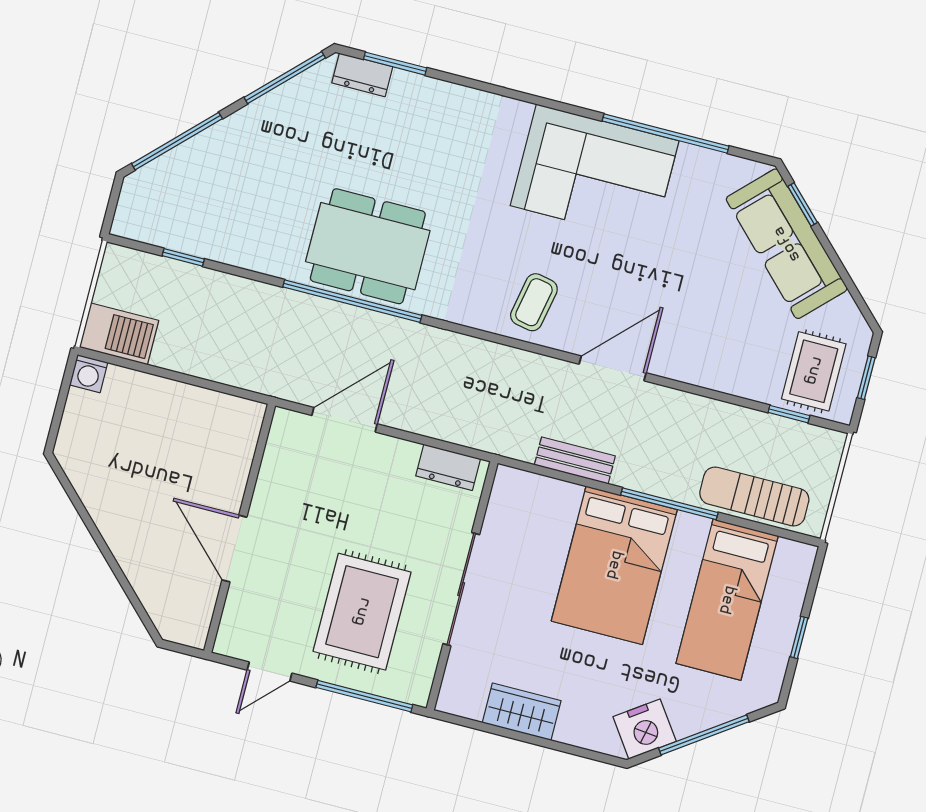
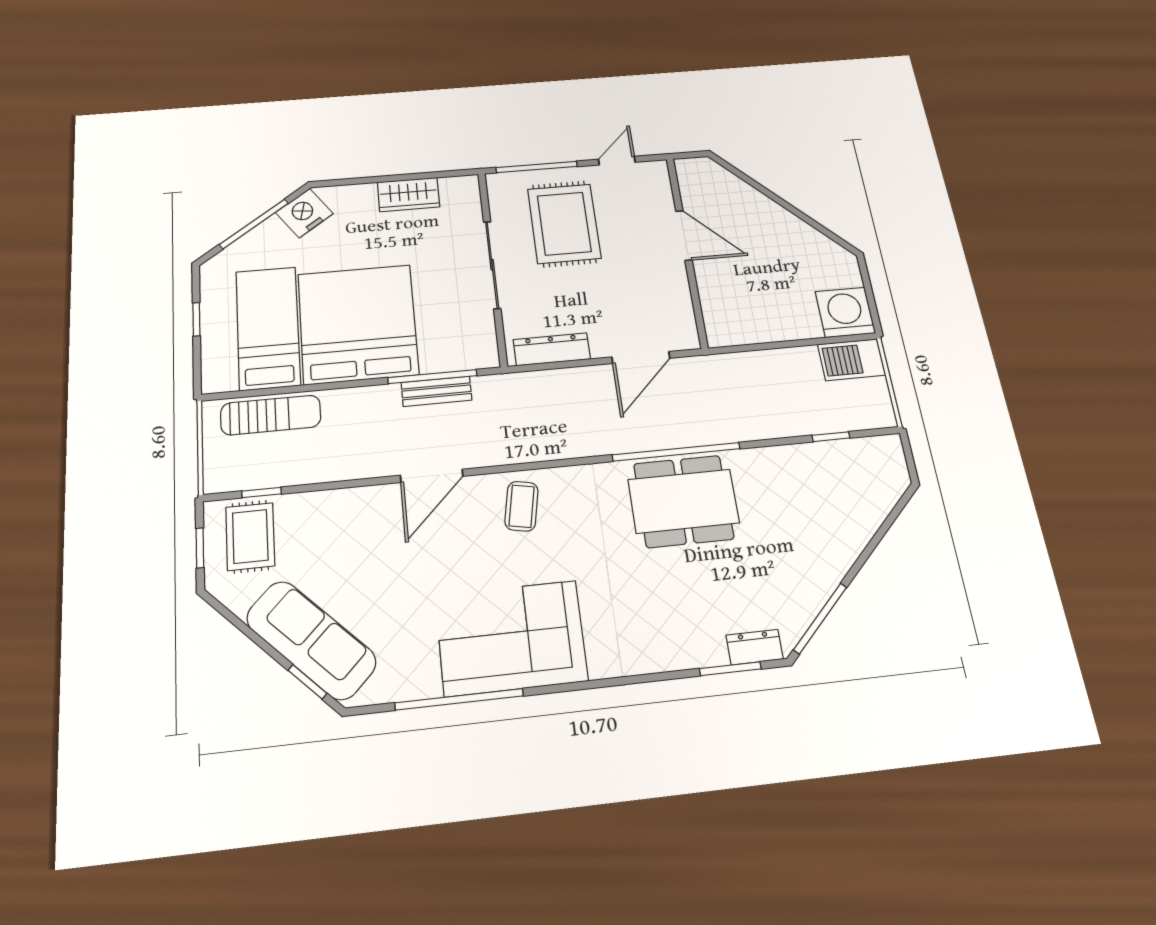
window: (177, 141) -> (884, 529), removed
washing machine: (89, 374) -> (845, 312), width x1.89, depth x1.89
dresser: (448, 467) -> (552, 349), width x1.44
window: (669, 504) -> (432, 377), moved
bed: (614, 565) -> (358, 324), width x1.36

